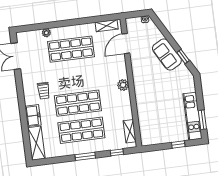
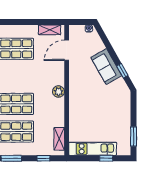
kitchen unit: (192, 116) -> (93, 149), moved, turned 90

